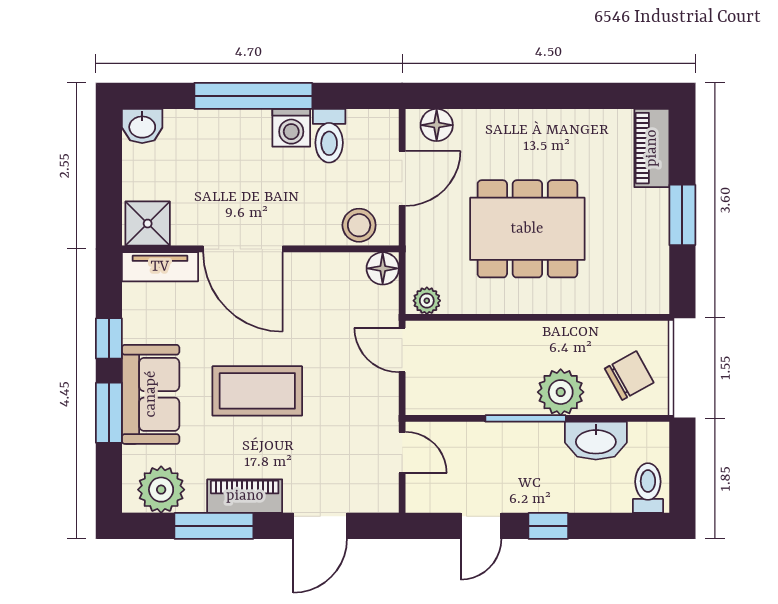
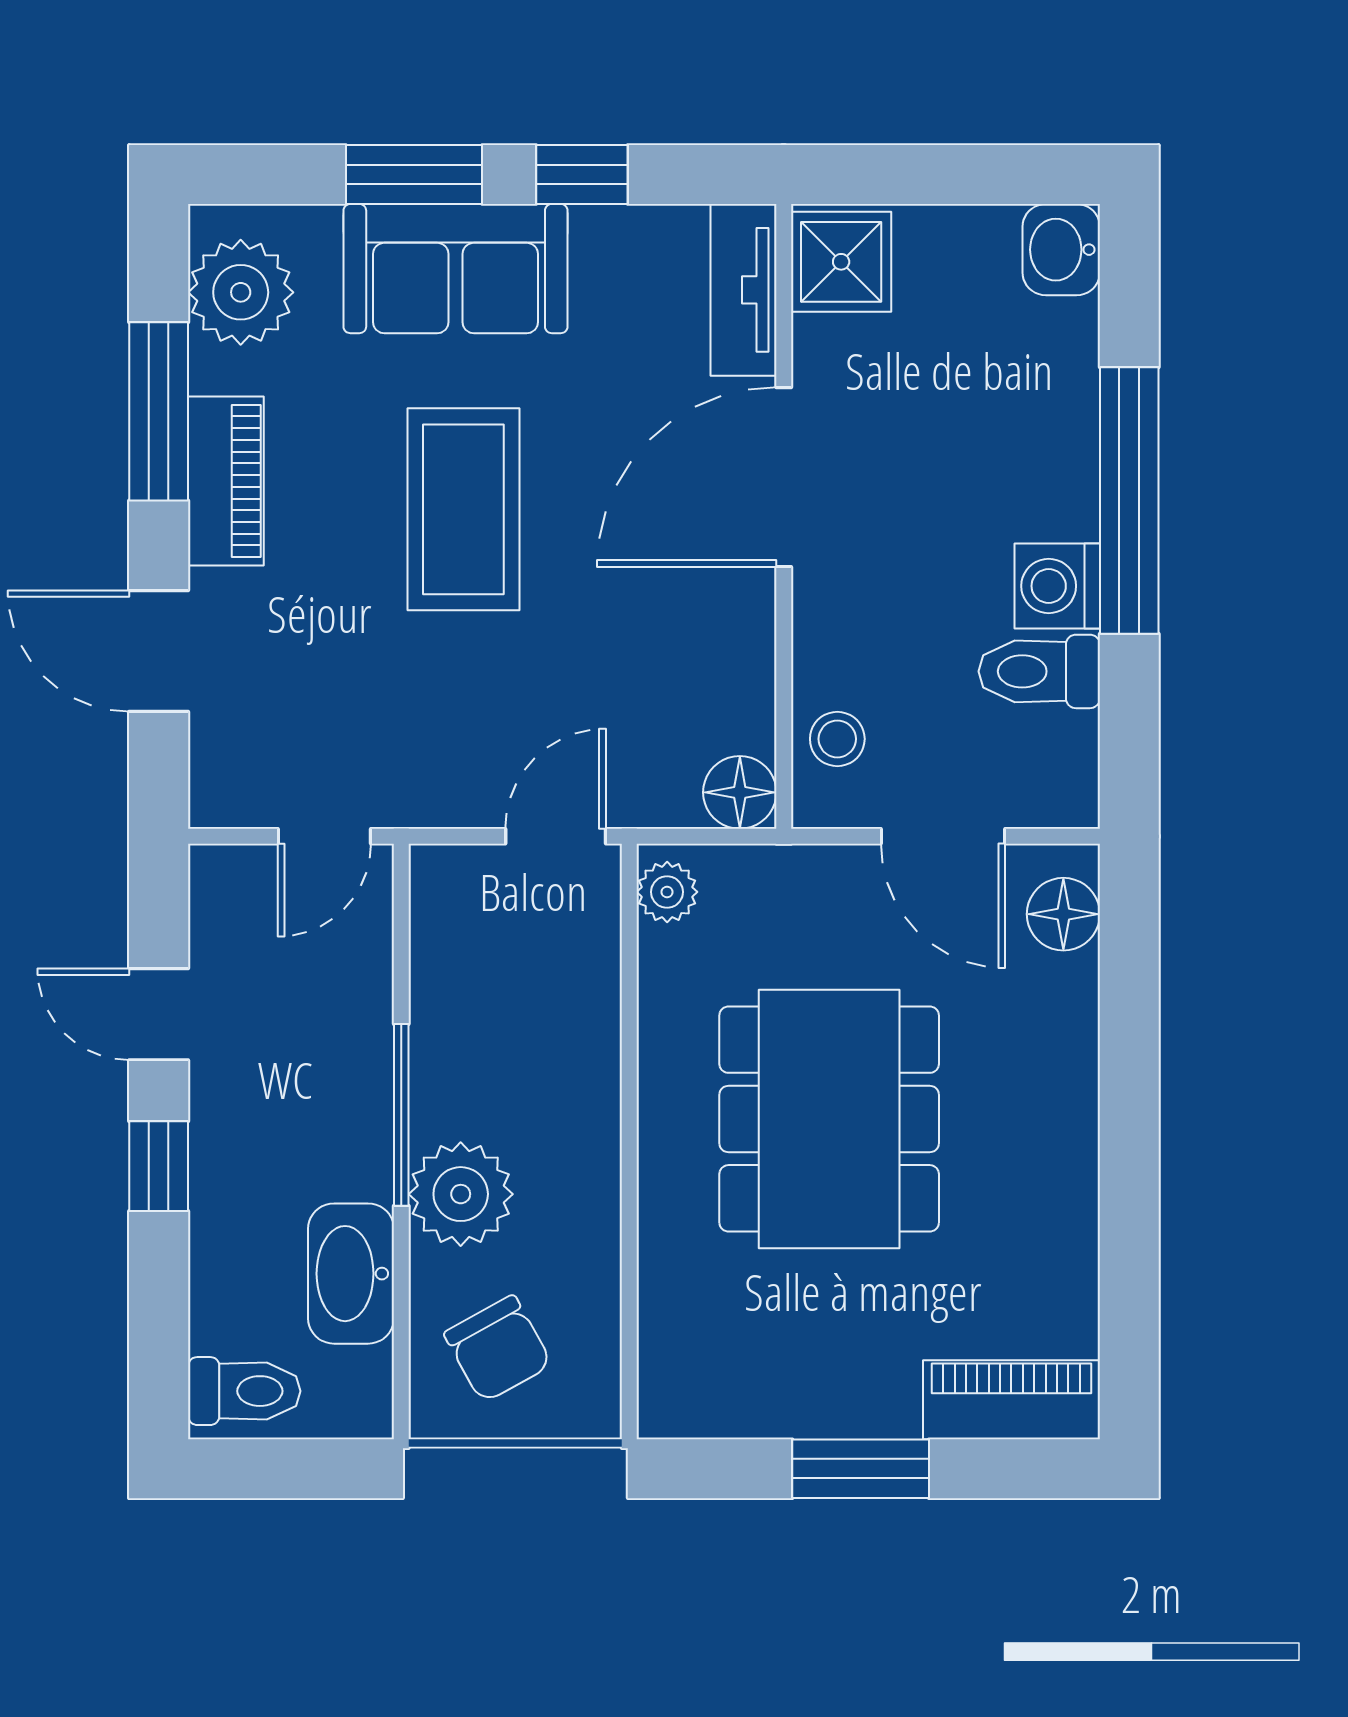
stool: (359, 225) -> (837, 739), width x0.73, depth x0.73

